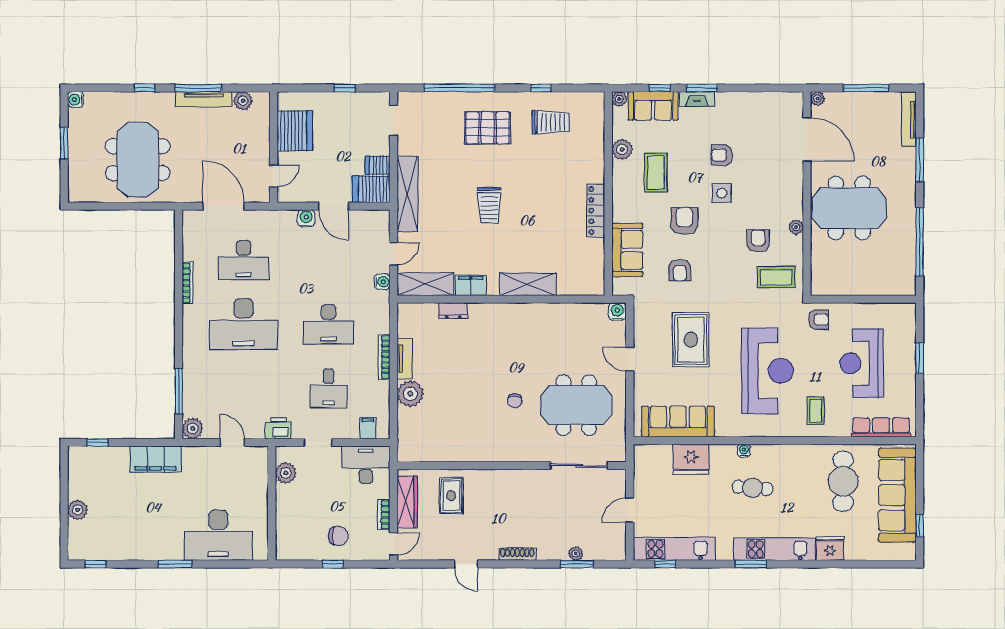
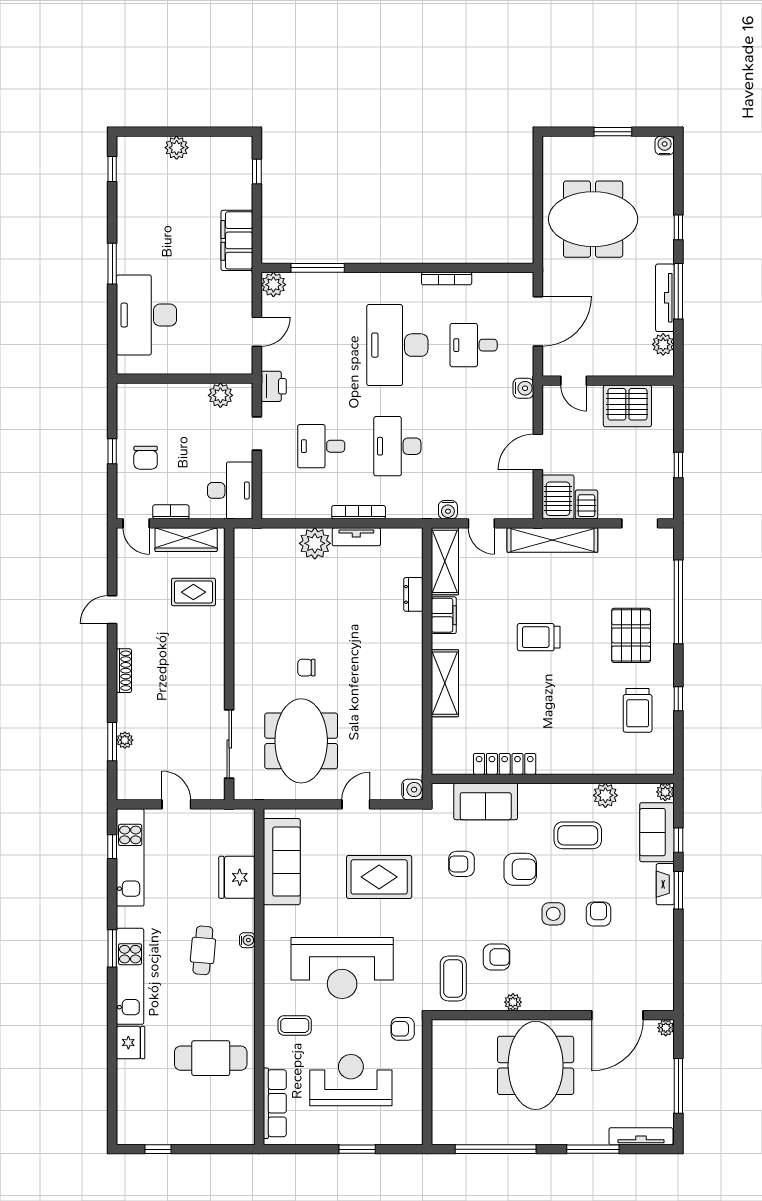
locker: (596, 211) -> (505, 764), moved
water cooler: (306, 218) -> (523, 388), moved
desk: (244, 260) -> (474, 345), width x0.73
armchair: (819, 320) -> (403, 1029), turned 90
filing cabinet: (368, 428) -> (274, 493), removed
sofa: (897, 495) -> (194, 1123), removed

